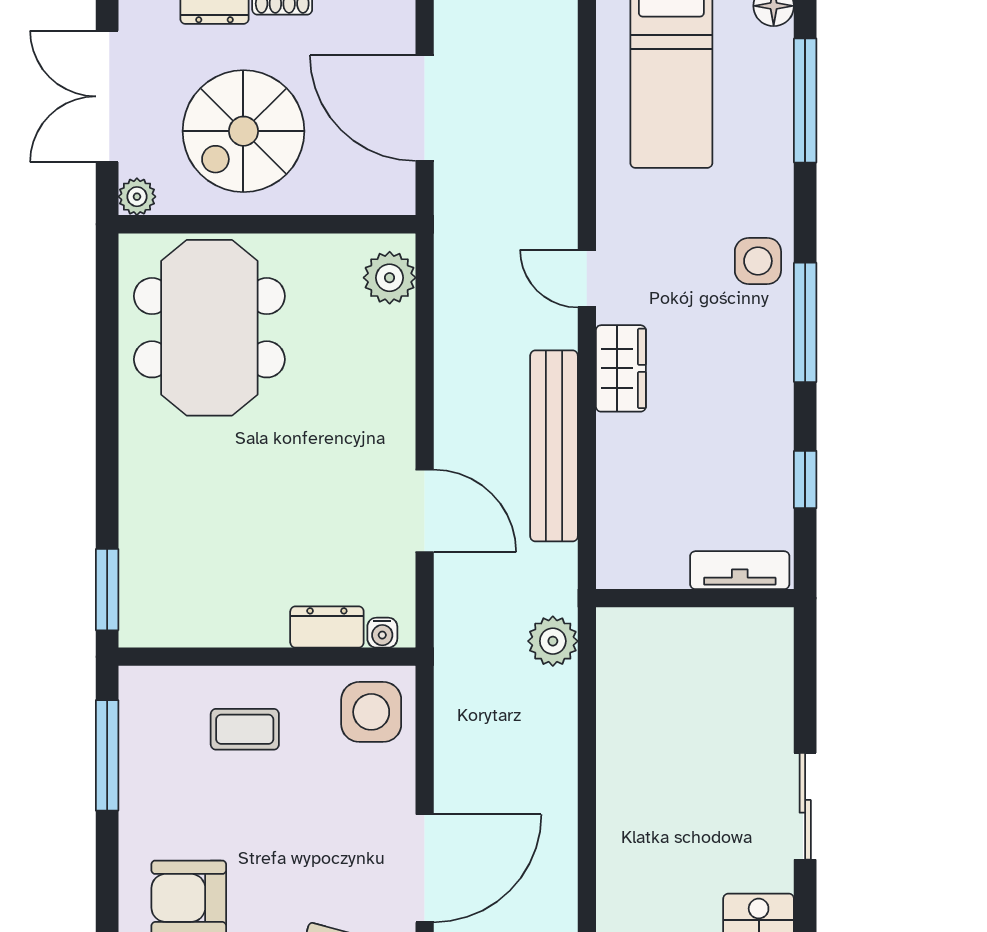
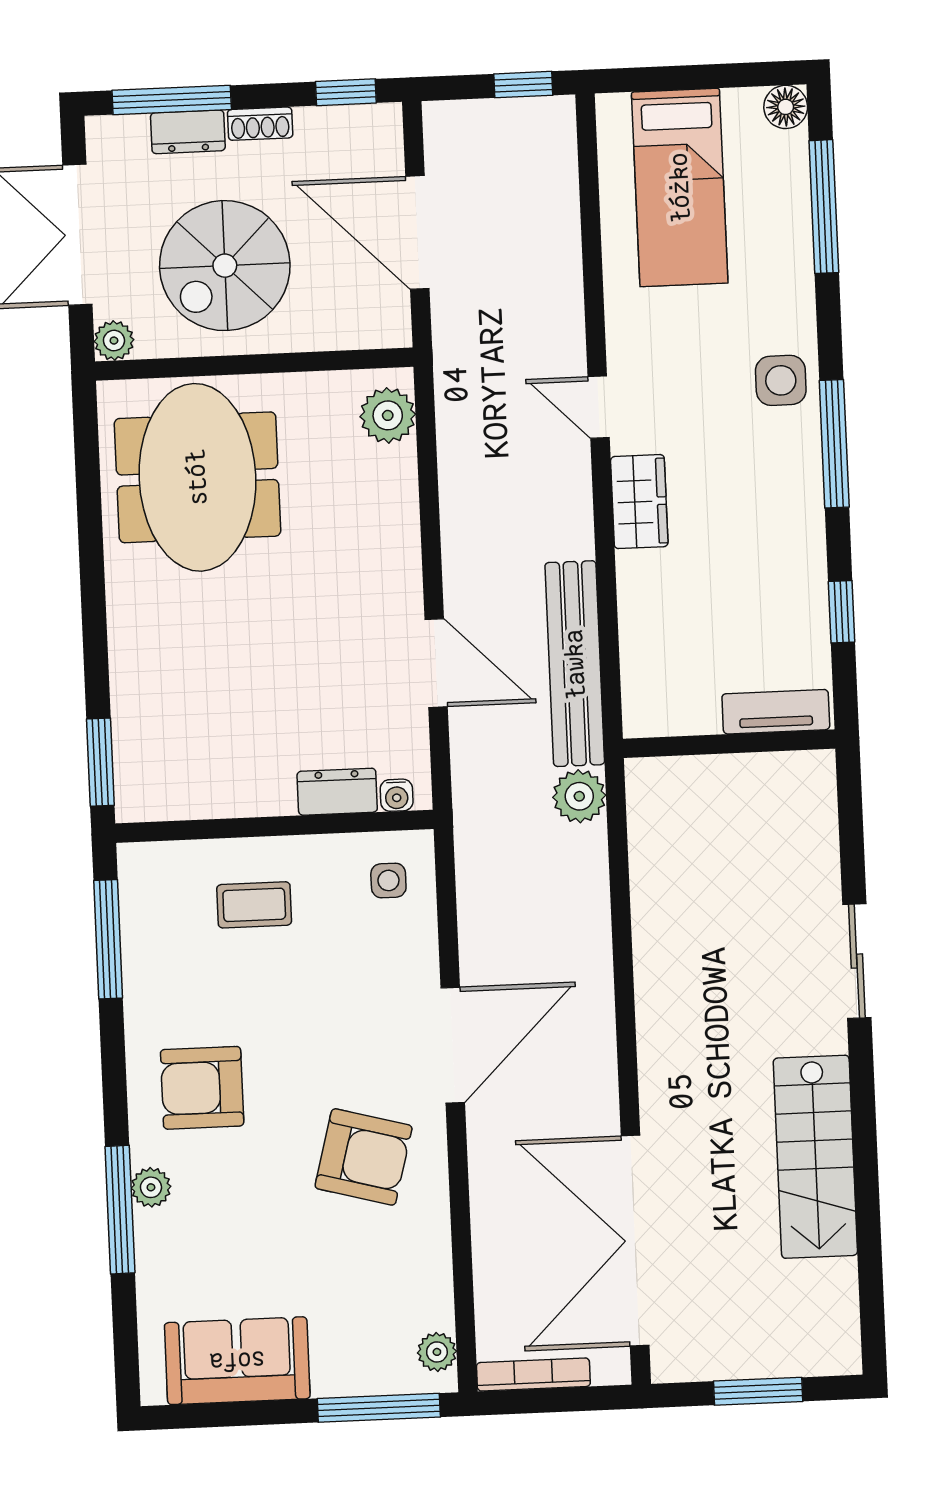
bench: (554, 446) -> (575, 664), moved
side table: (371, 712) -> (388, 880), width x0.54, depth x0.54

